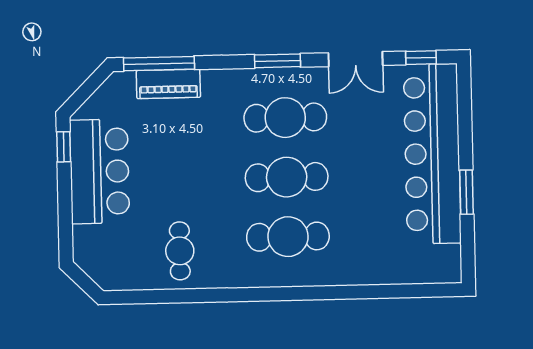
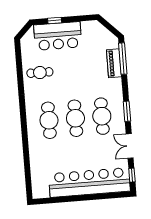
window: (64, 147) -> (55, 20), moved
bar counter: (99, 171) -> (58, 36), moved
window: (466, 192) -> (73, 199), removed

